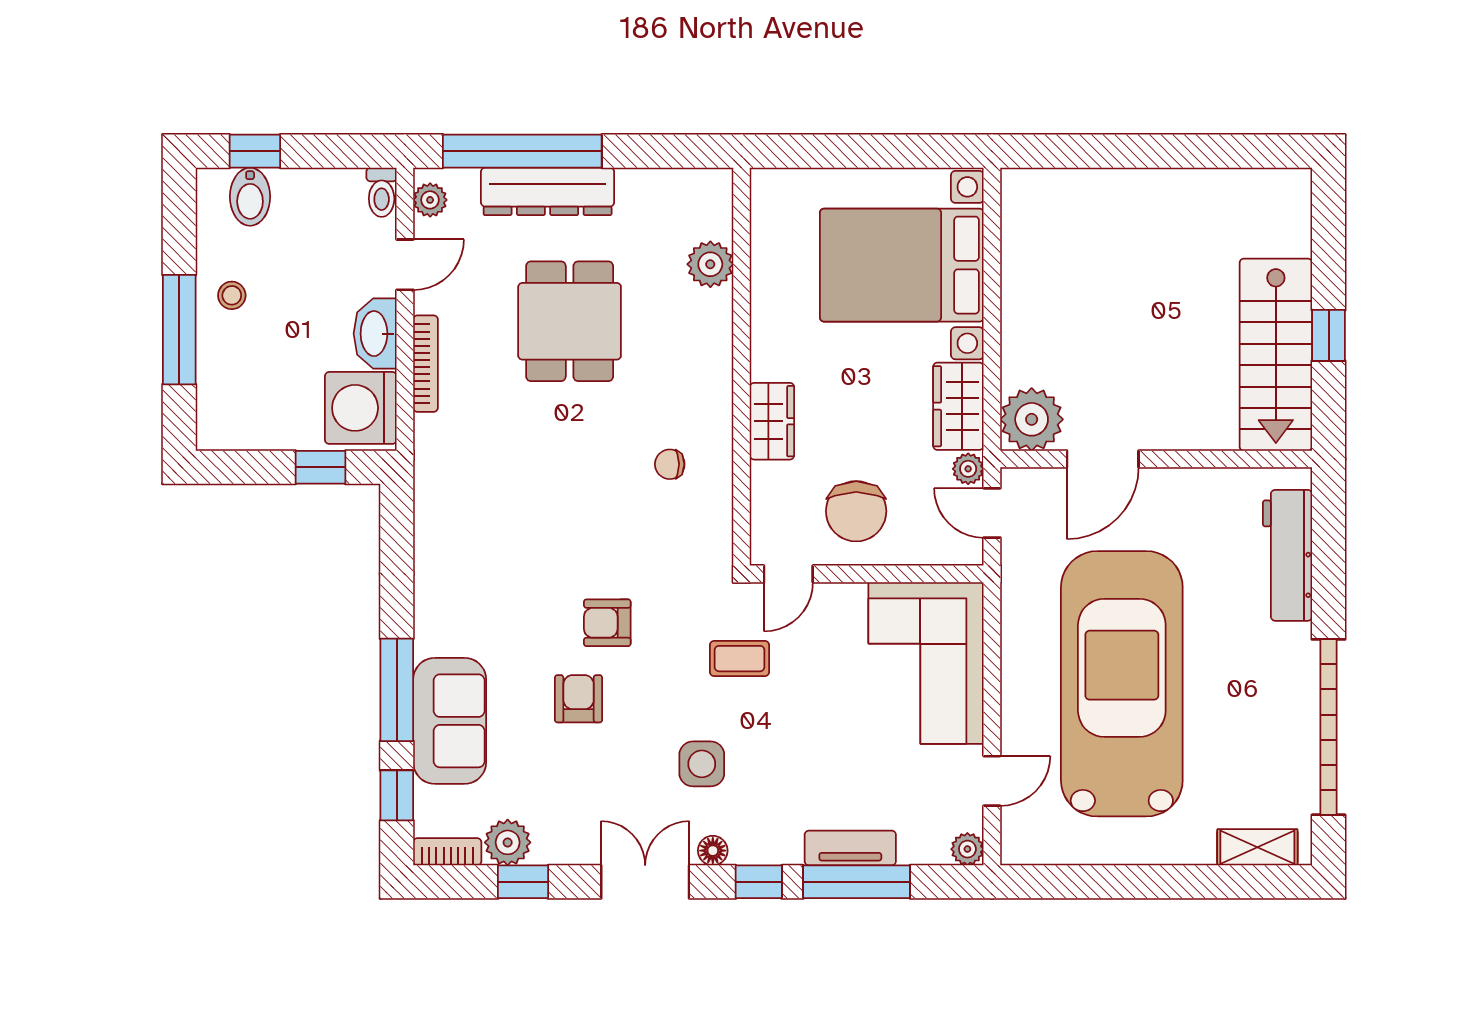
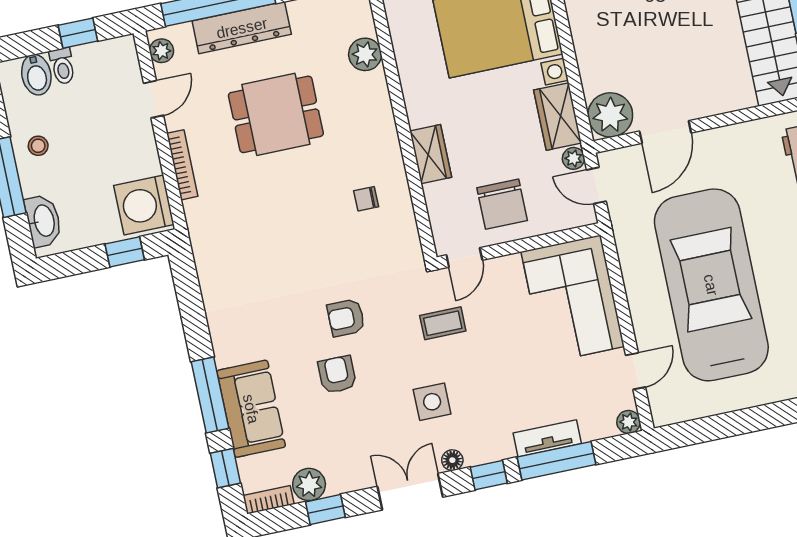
window: (255, 151) -> (78, 33), moved
toilet: (382, 192) -> (62, 66), moved
dining table: (570, 321) -> (276, 114), turned 90
washbasin: (375, 334) -> (43, 221), moved, turned 180

